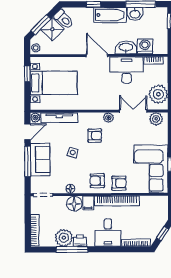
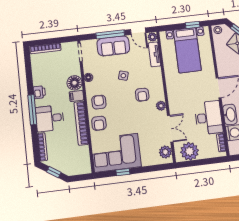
tv unit: (59, 118) -> (154, 54), width x0.71
plant: (64, 238) -> (41, 77), removed
window: (72, 249) -> (32, 110), moved

